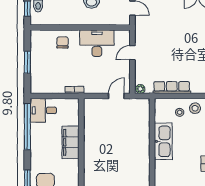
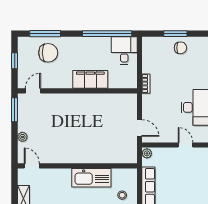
chair: (63, 42) -> (180, 48), moved

